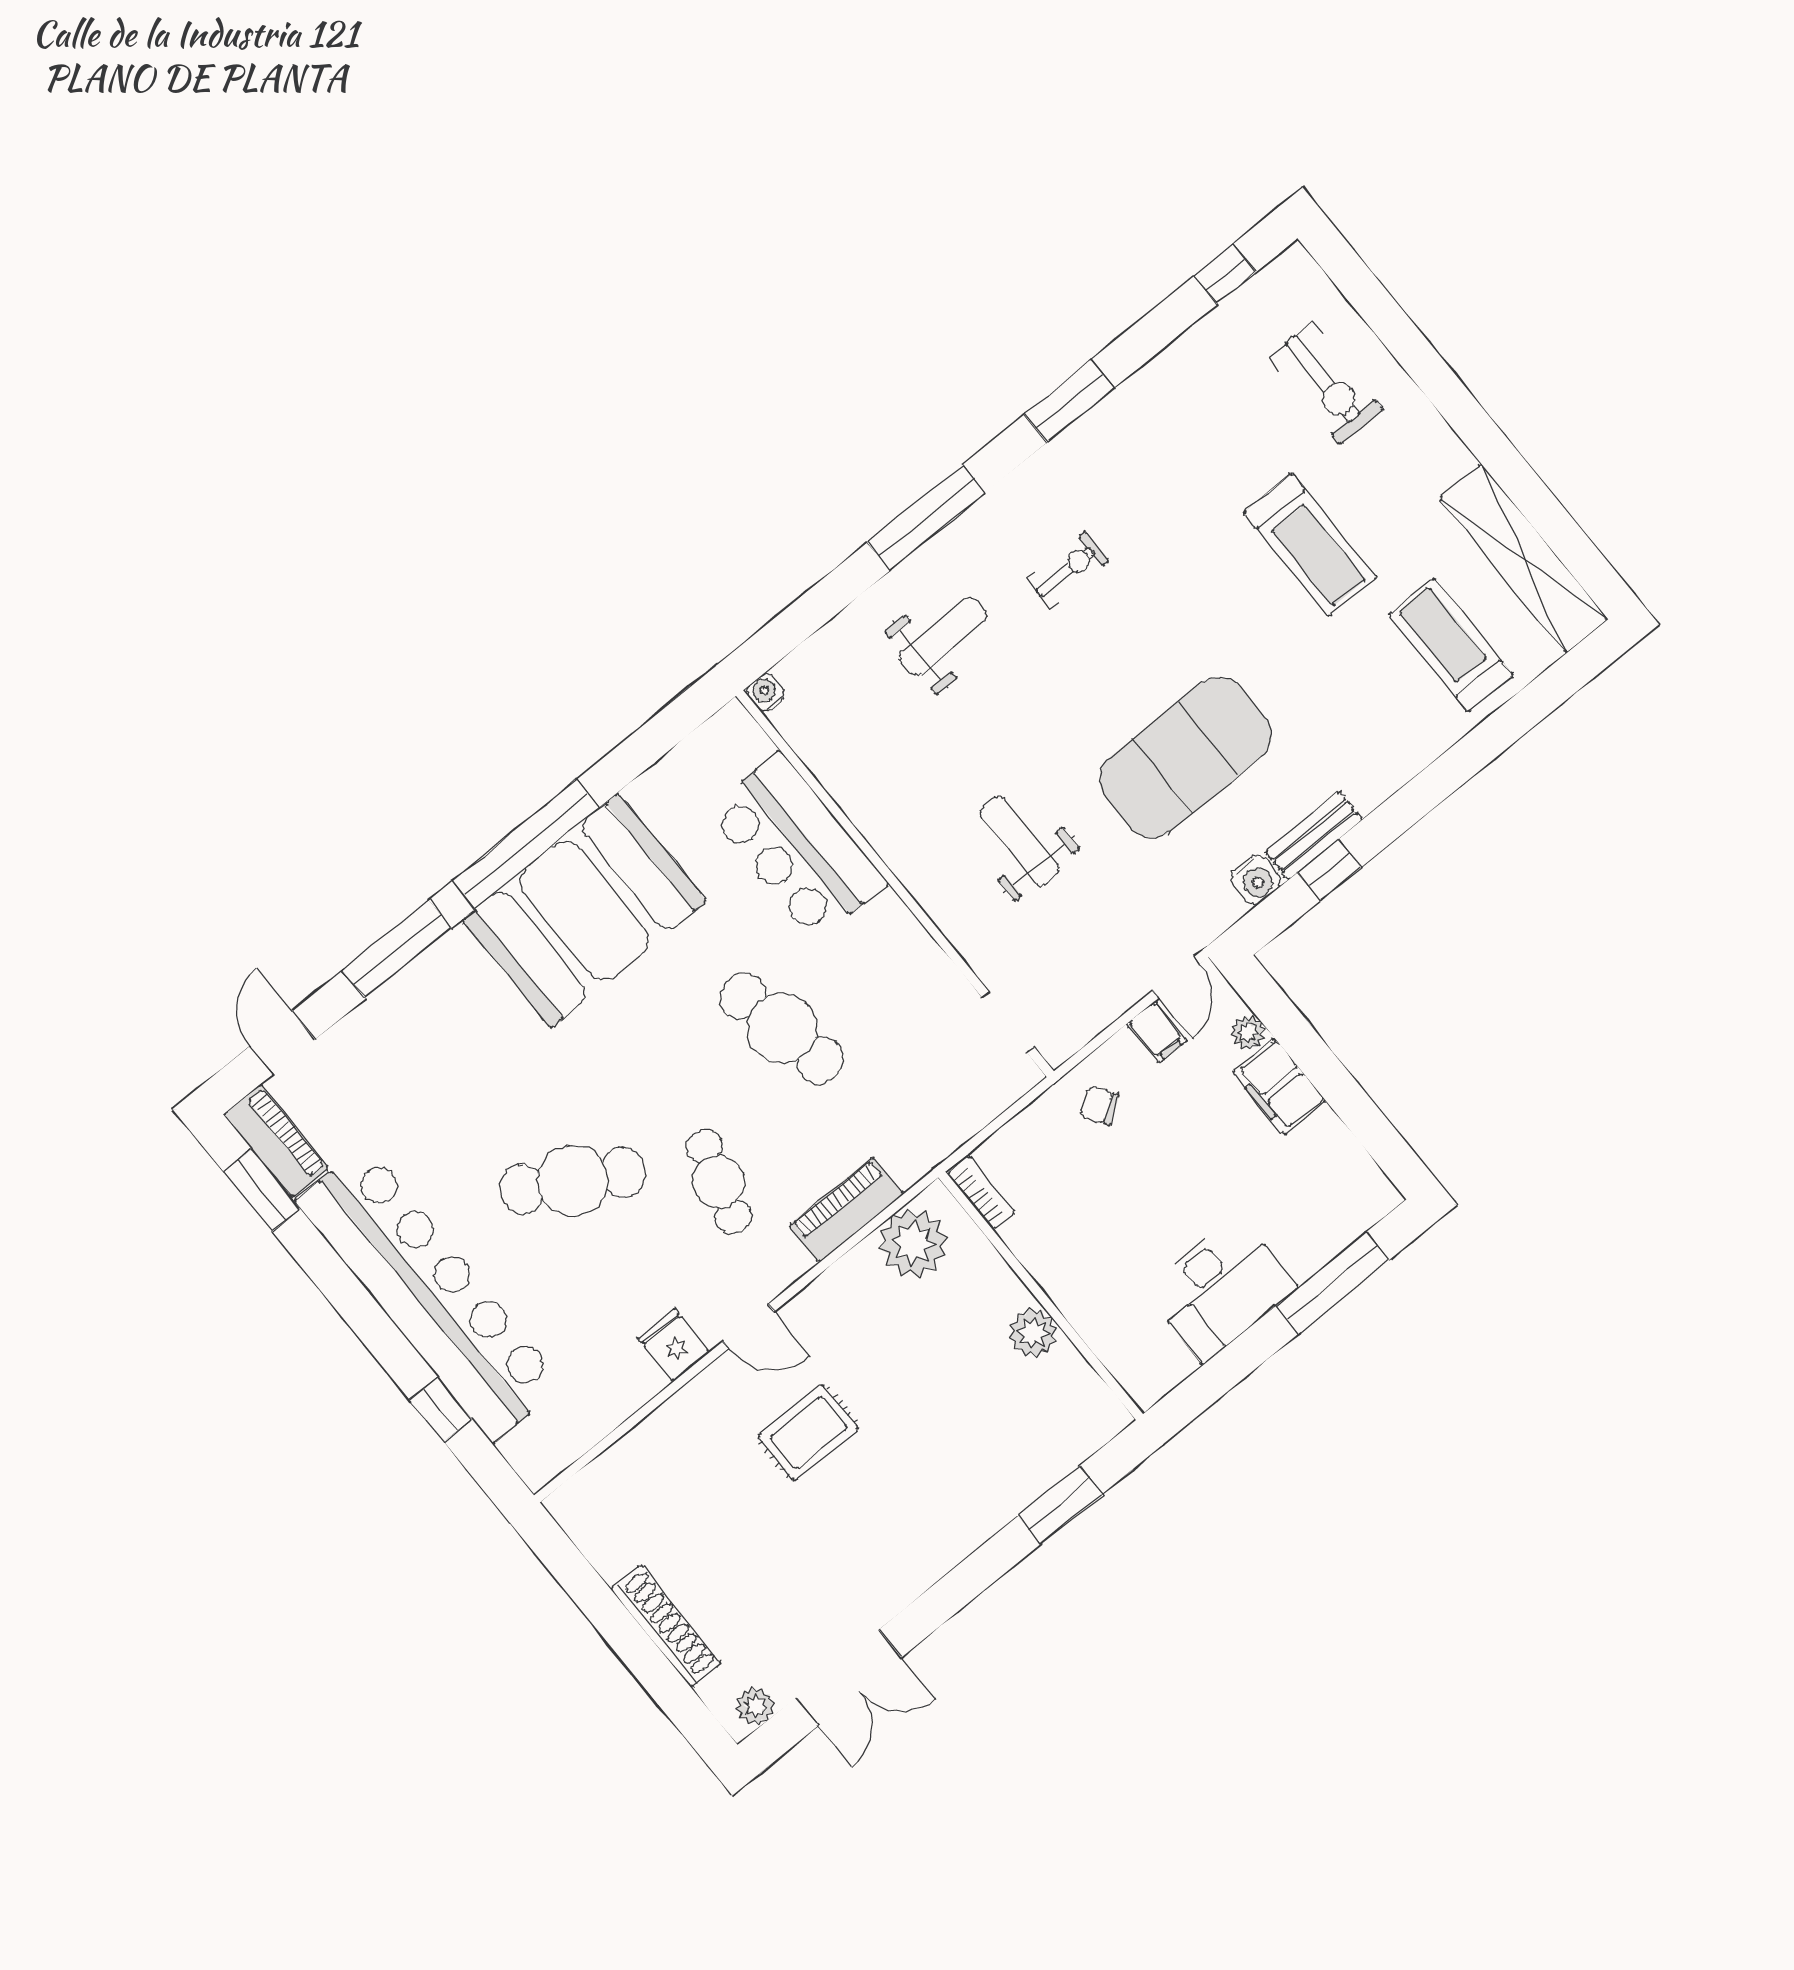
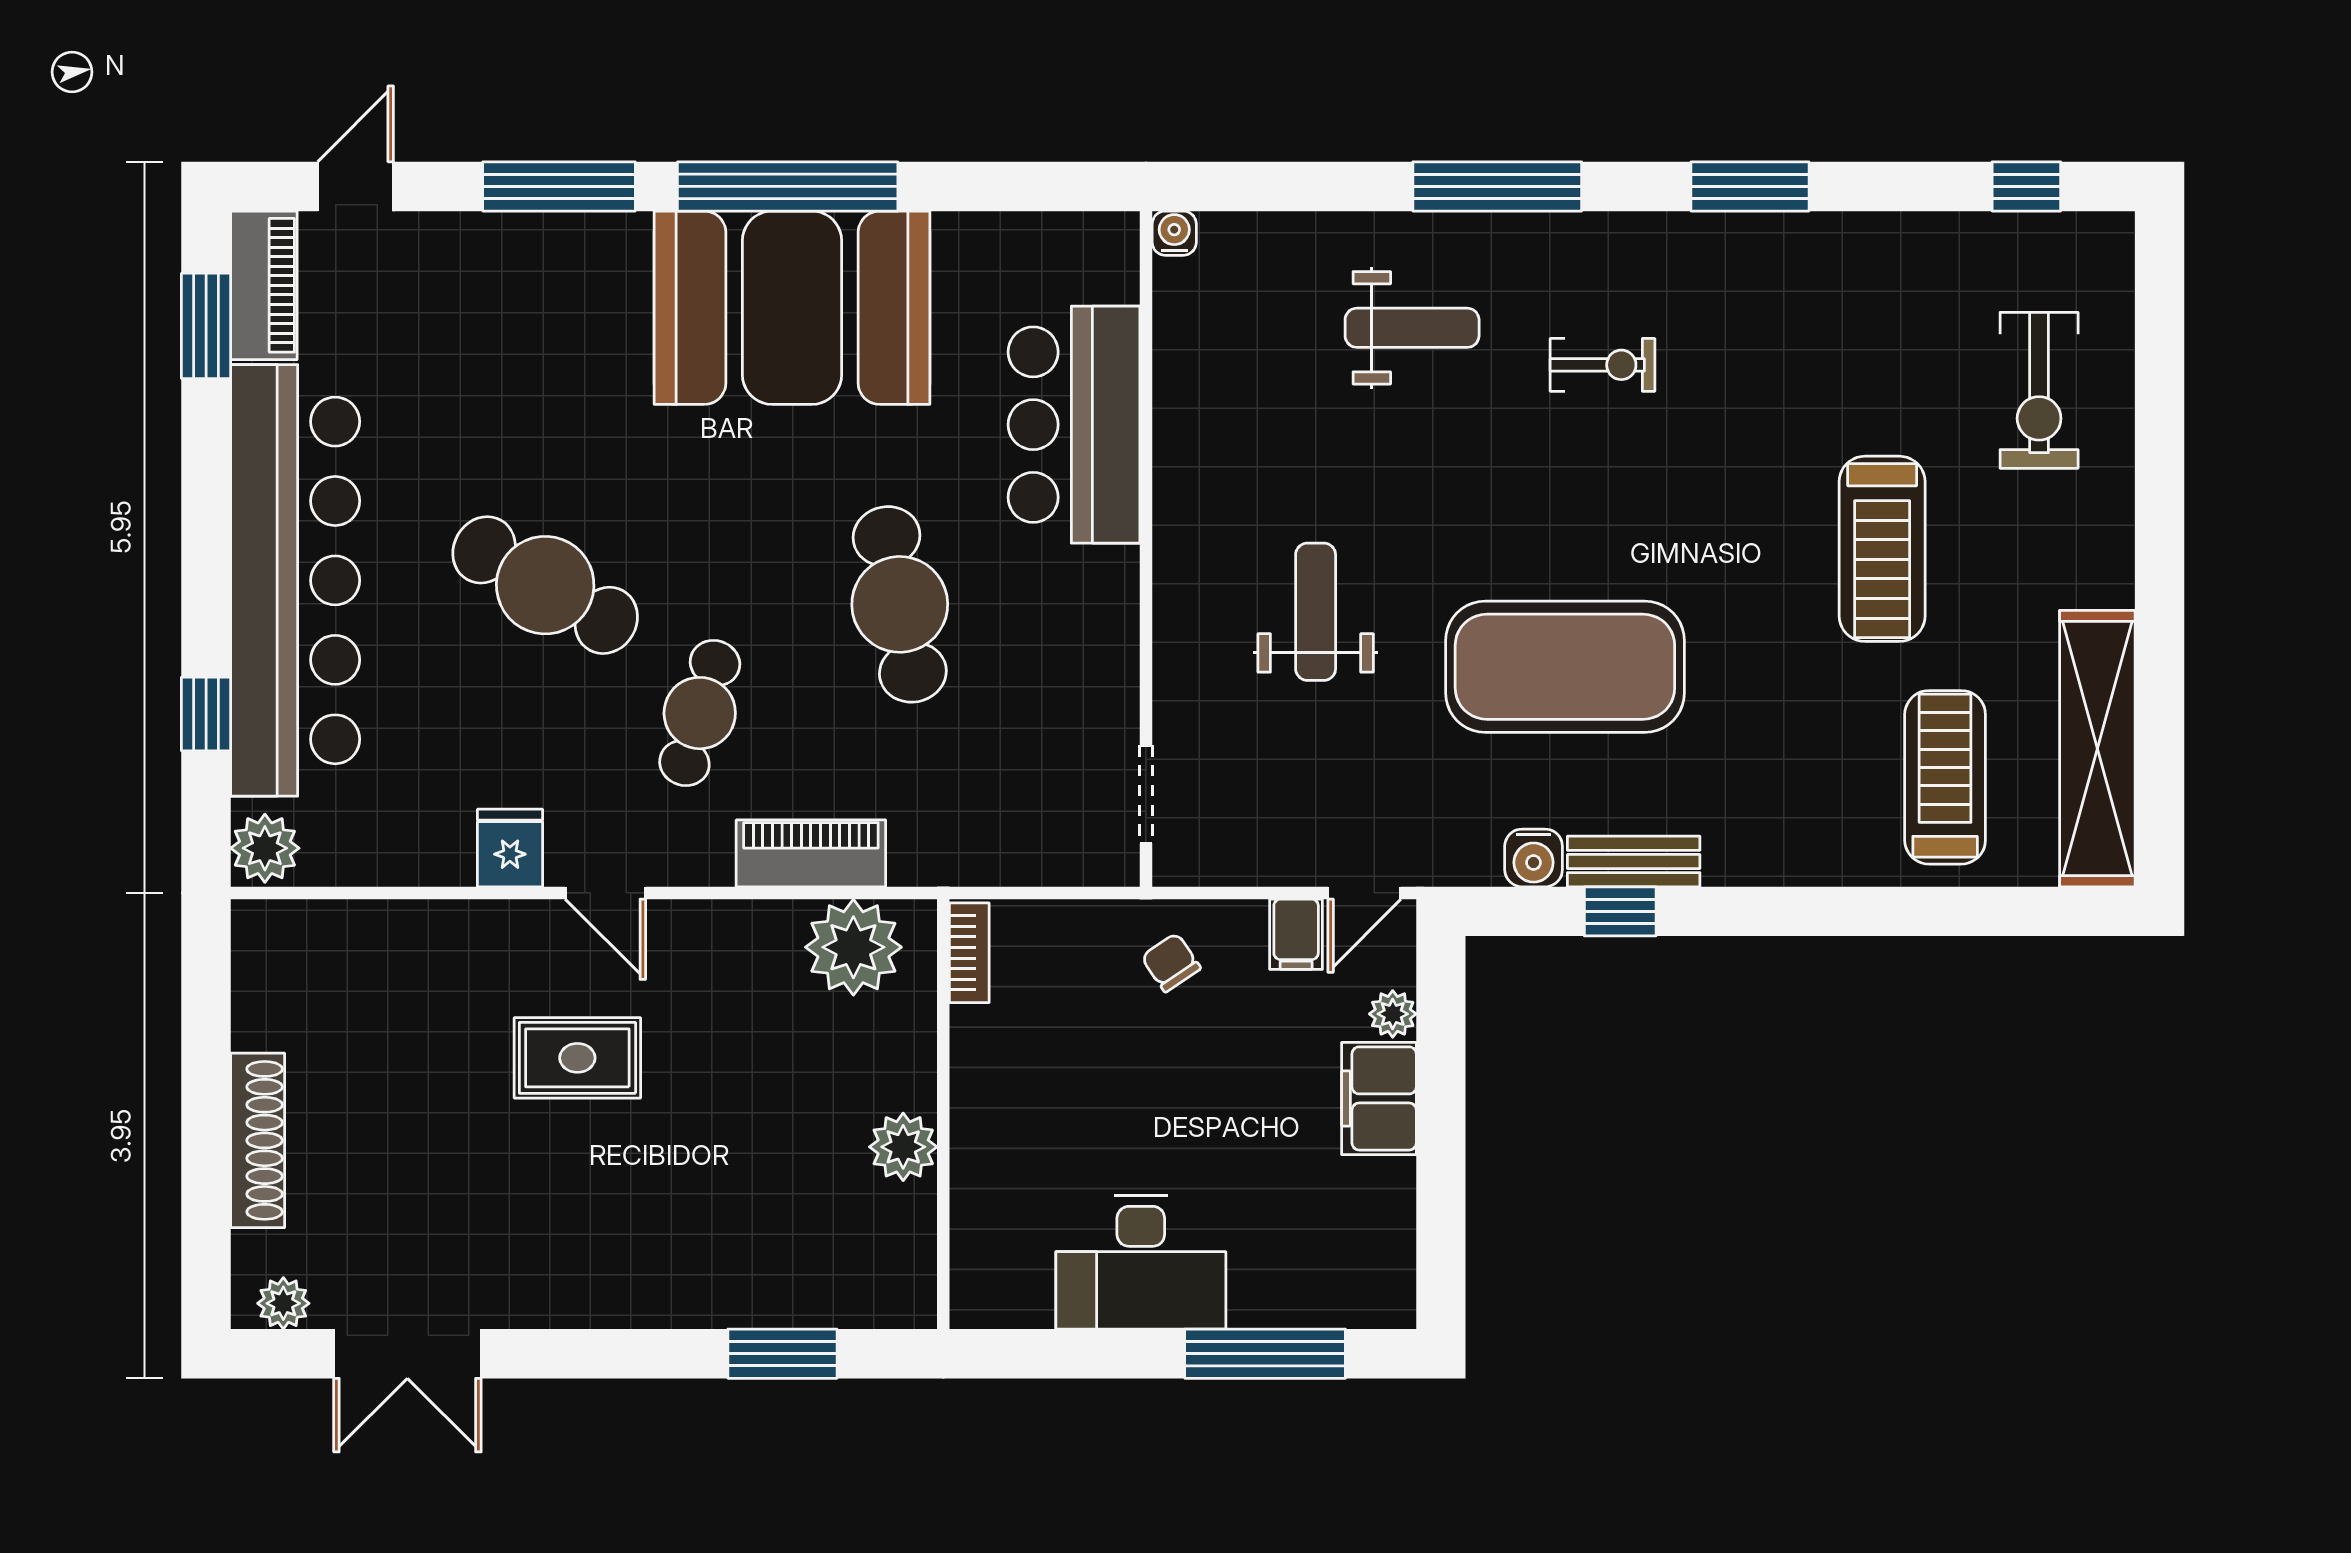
plant: (536, 1458) -> (265, 848), added

